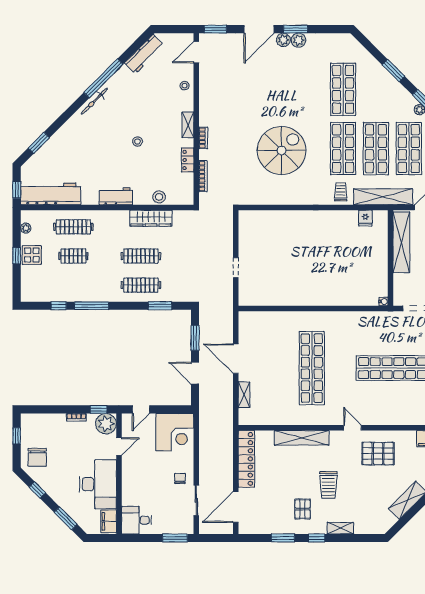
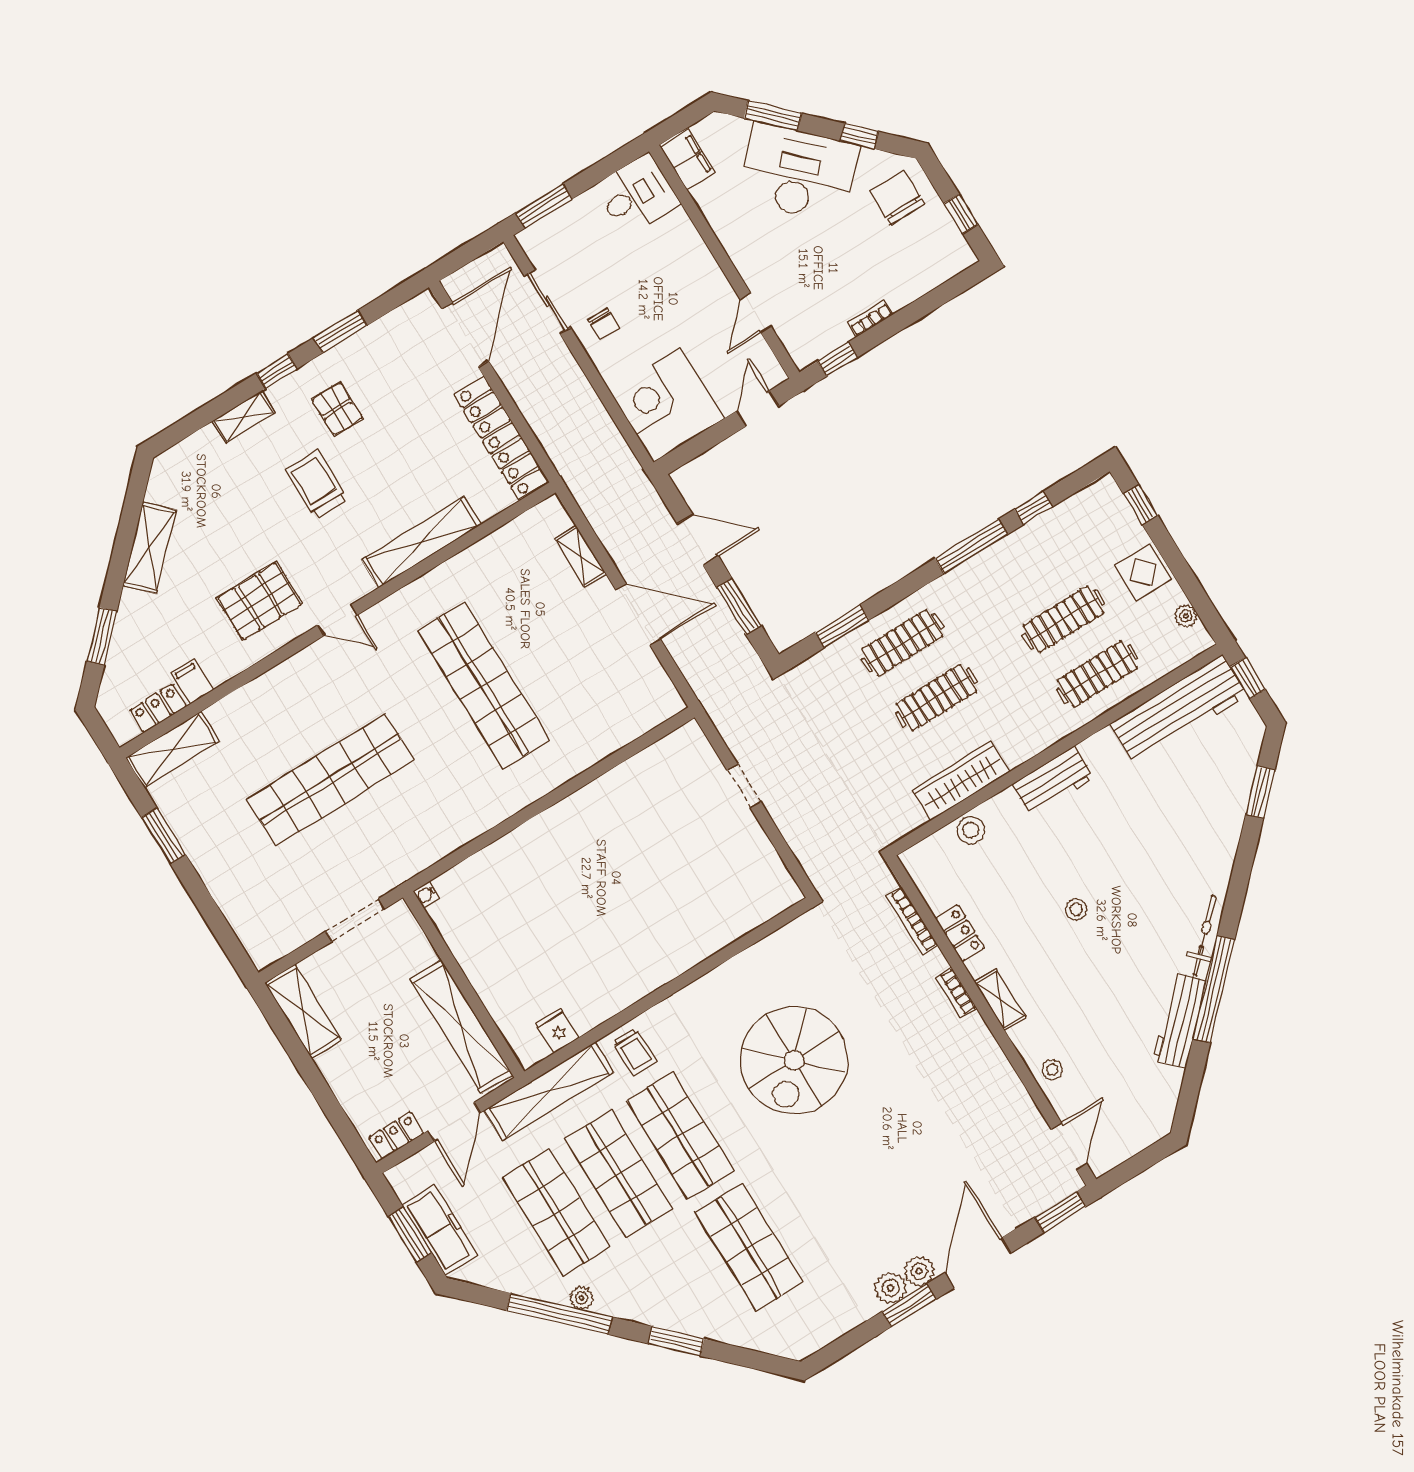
workbench: (144, 54) -> (1180, 1021), moved
window: (17, 256) -> (1141, 505), moved
clothes rail: (73, 256) -> (1063, 619), width x1.36
plant: (106, 424) -> (807, 341), removed
desk: (98, 484) -> (798, 173), moved, turned 135

